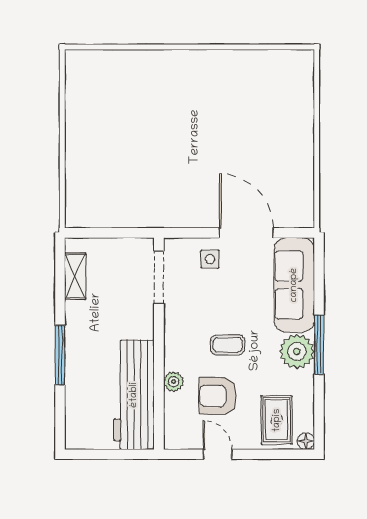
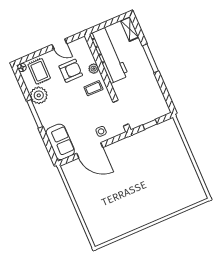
window: (114, 233) -> (150, 124), added
shelving: (75, 276) -> (130, 29), moved
sofa: (294, 285) -> (60, 142), width x0.73
coffee table: (228, 345) -> (93, 88), moved
plant: (297, 351) -> (39, 95), moved

